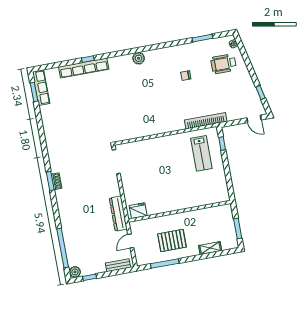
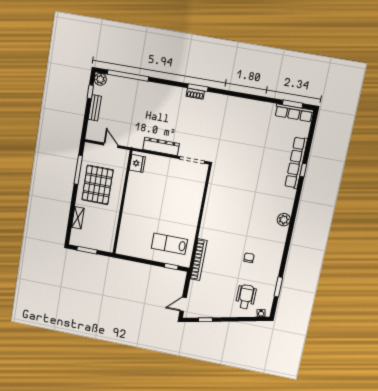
dresser: (118, 214) -> (161, 147), moved
pallet: (172, 240) -> (98, 185), width x1.37, depth x1.41
bench: (118, 265) -> (95, 108), moved

